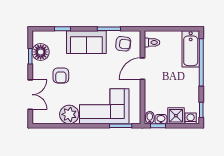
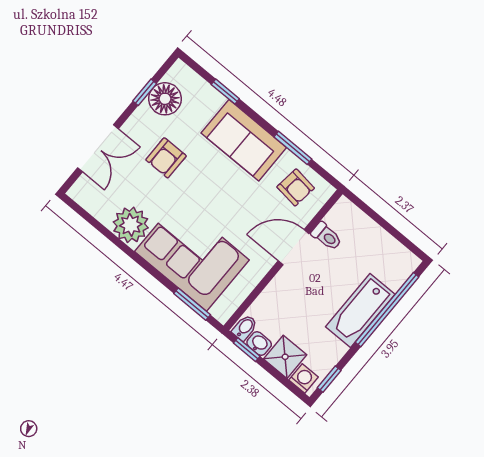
toilet: (152, 42) -> (327, 236), moved
bathtub: (191, 49) -> (360, 310), moved

